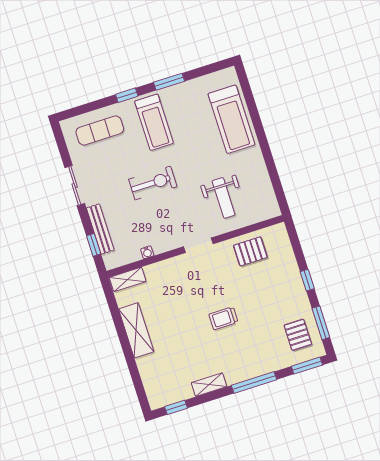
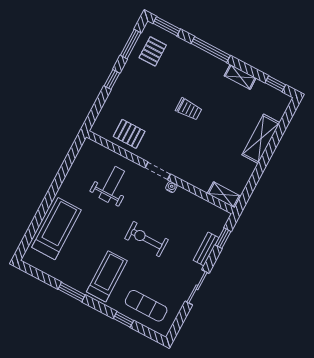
window: (127, 95) -> (123, 319), moved
bench: (100, 229) -> (206, 249), width x0.73
water cooler: (147, 252) -> (171, 187), moved
shelving: (136, 330) -> (261, 139), moved

